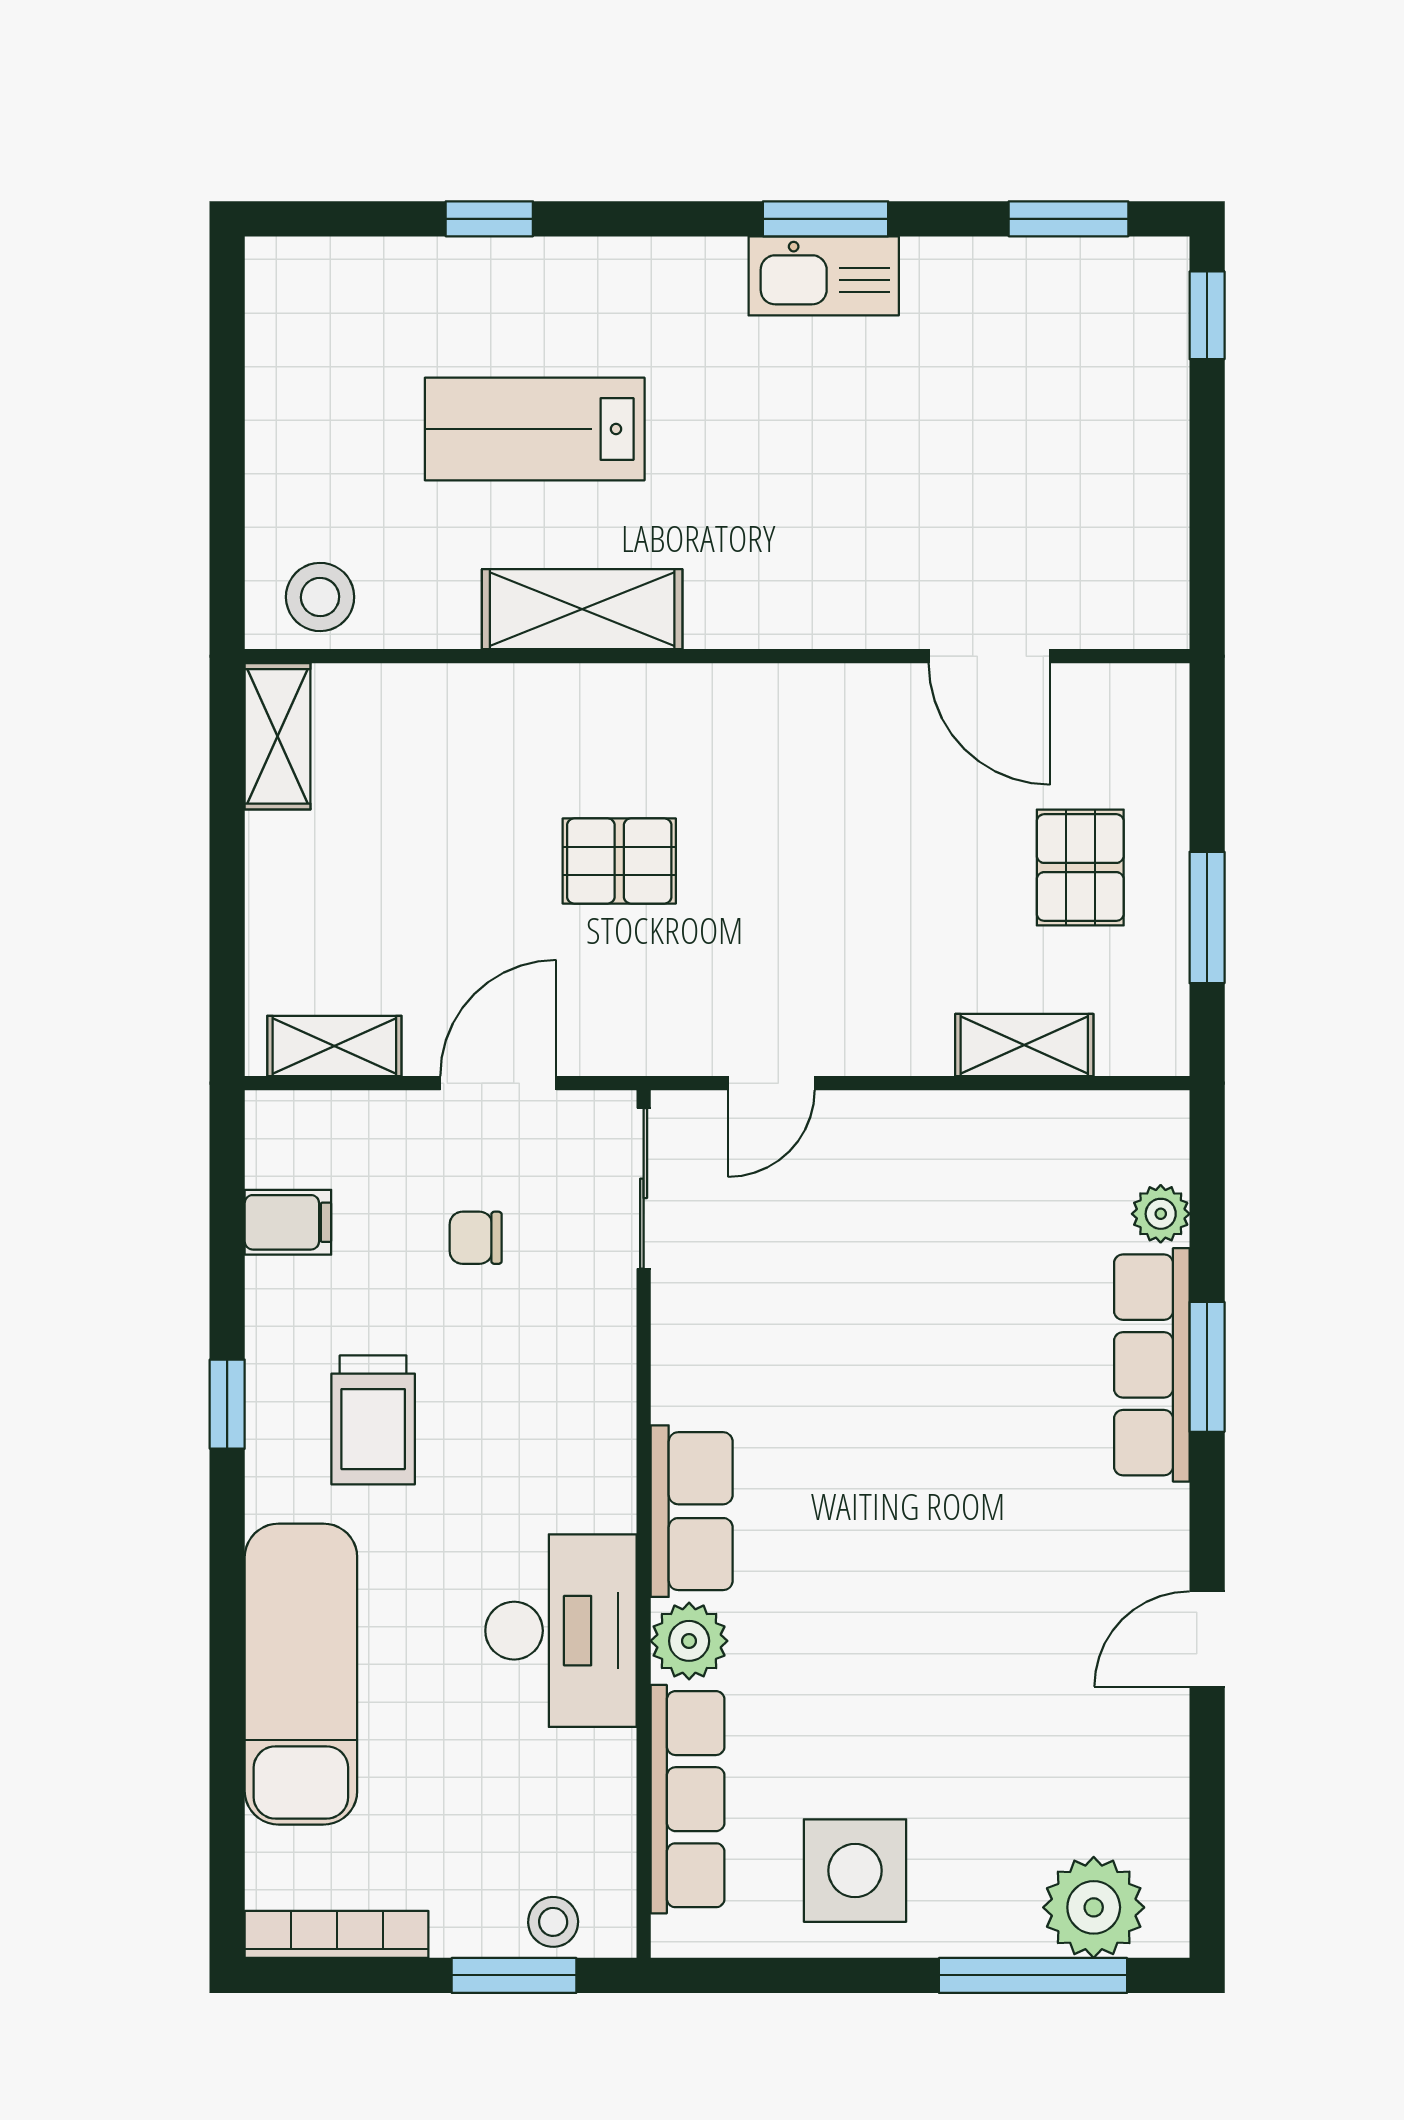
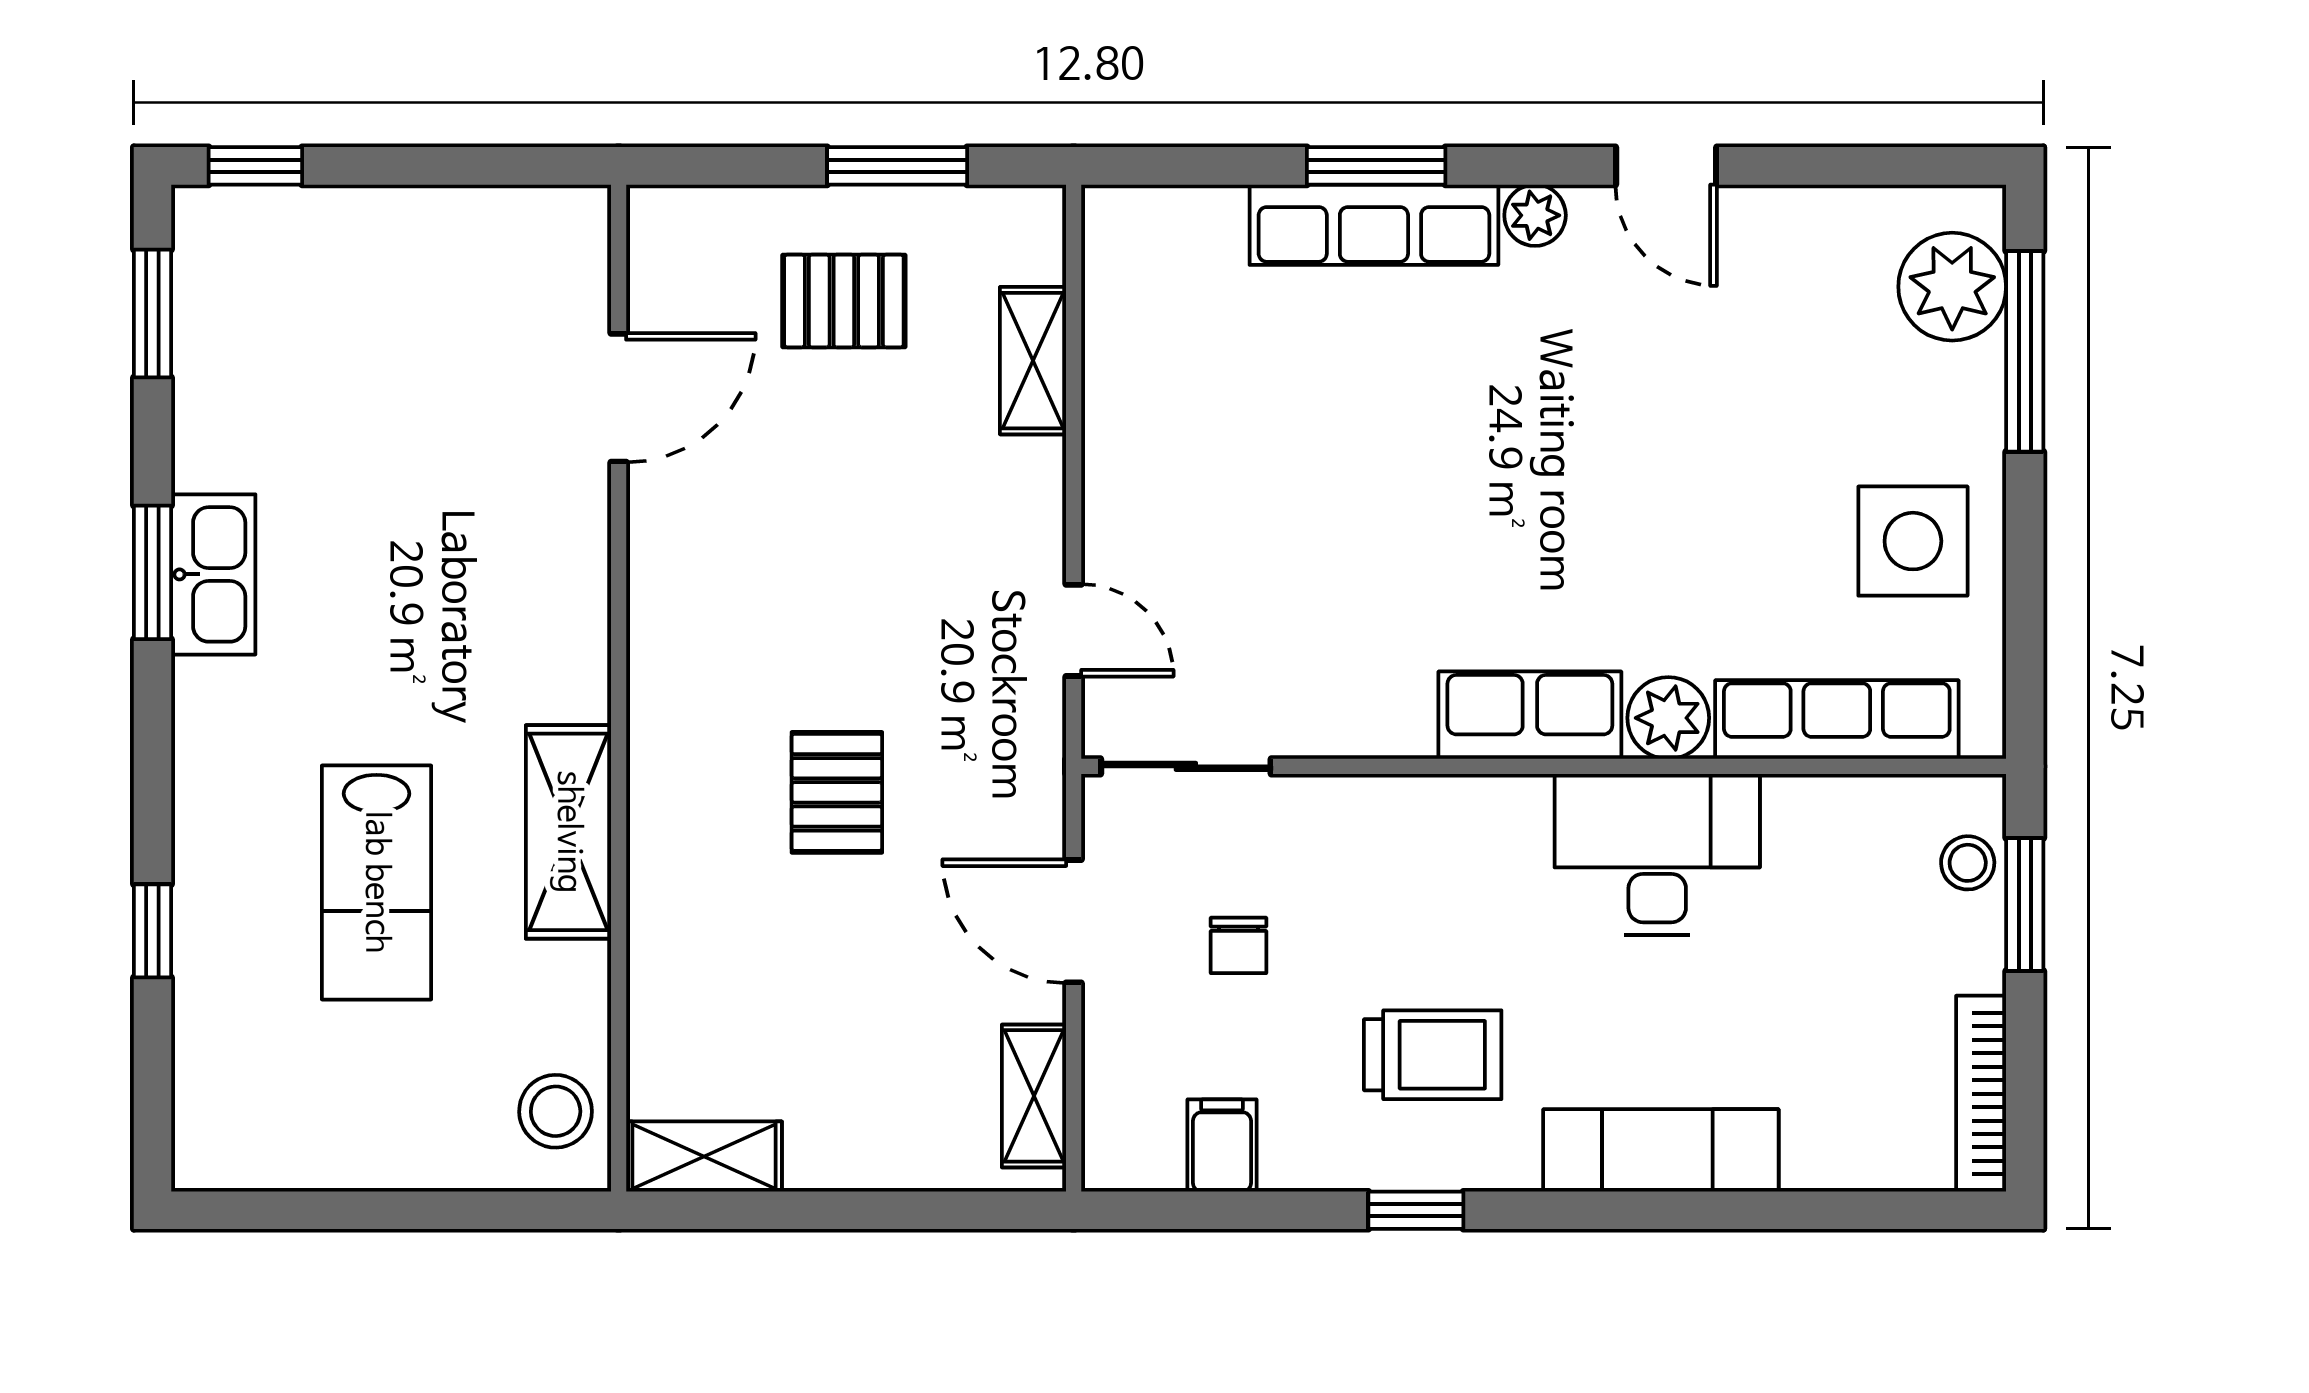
plant: (1161, 1214) -> (1535, 215), moved
exam couch: (301, 1674) -> (1661, 1150), width x0.73, depth x0.69

